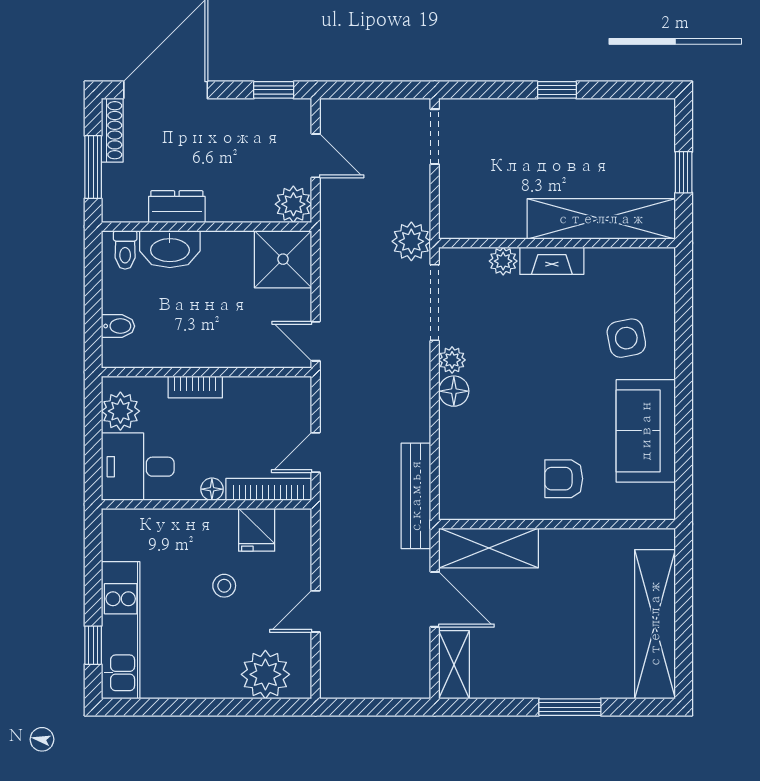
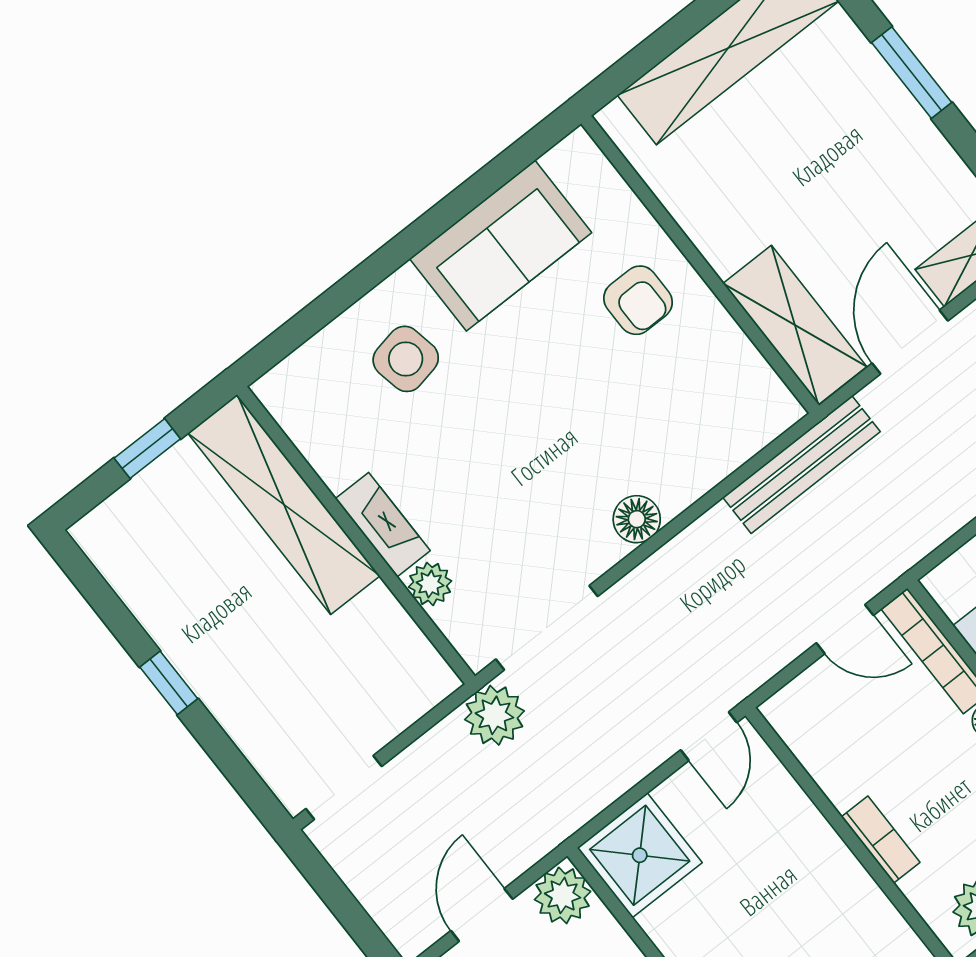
plant: (452, 360) -> (600, 551), removed

